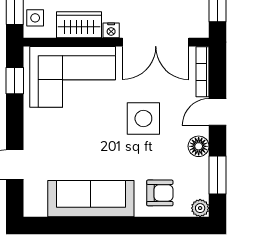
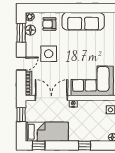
wardrobe: (79, 25) -> (89, 106), removed
side table: (143, 118) -> (49, 54), moved
floor lamp: (199, 146) -> (30, 30), moved

